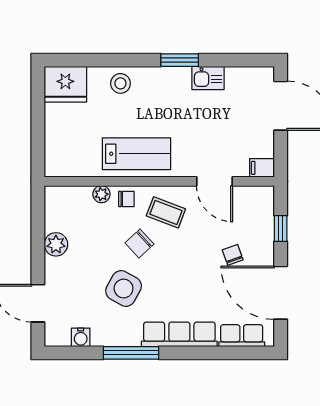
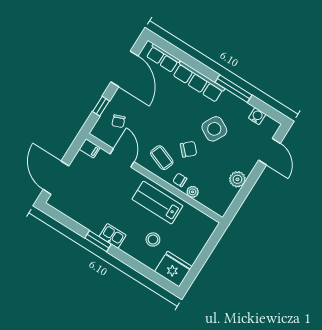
kitchen sink: (208, 78) -> (113, 236), moved
stool: (120, 83) -> (153, 239), moved
chair: (233, 255) -> (118, 121), moved

